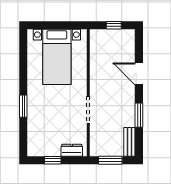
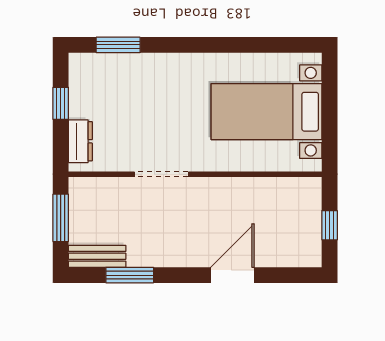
window: (23, 106) -> (118, 45), moved
window: (139, 115) -> (130, 275), moved

